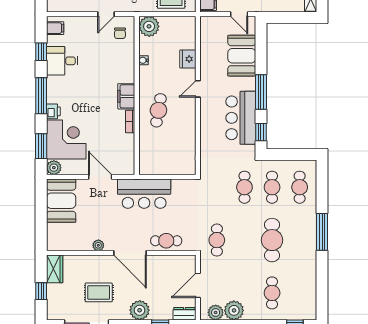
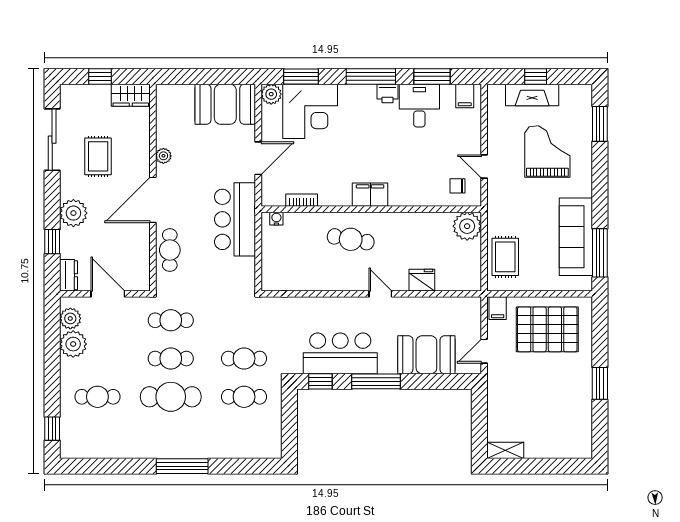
window: (41, 52) -> (432, 76), width x1.50
water cooler: (143, 60) -> (276, 219), moved
printer: (53, 111) -> (388, 93), moved
bookcase: (130, 121) -> (302, 200), moved
cafe table: (300, 187) -> (171, 359), moved

